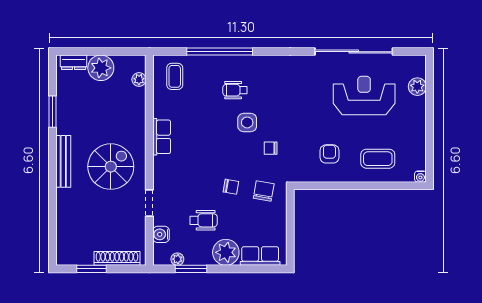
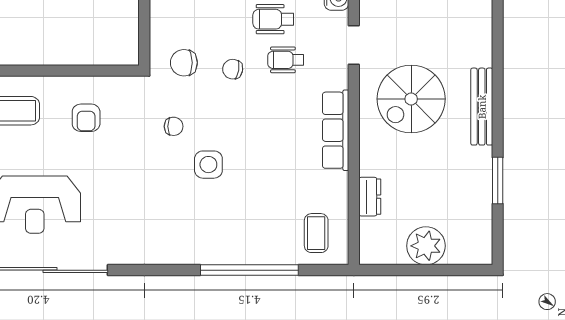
dresser: (74, 62) -> (370, 197), moved, turned 90
plant: (139, 79) -> (369, 228), removed
wheelchair: (235, 90) -> (286, 60), moved, turned 180
row of seats: (162, 137) -> (336, 130), width x1.48
chair: (264, 191) -> (184, 63), turned 80

